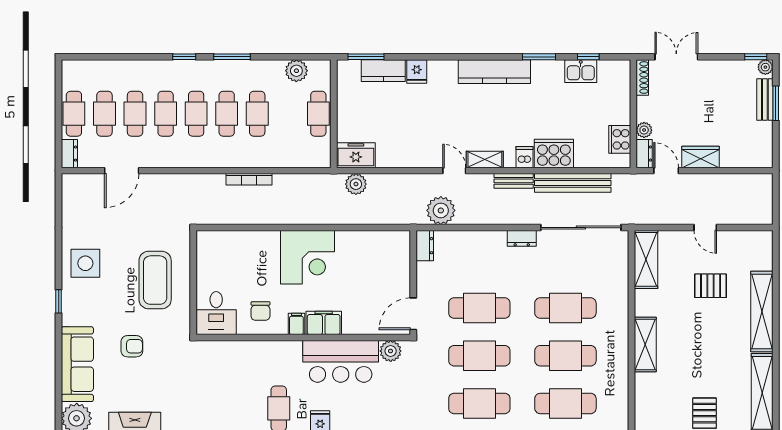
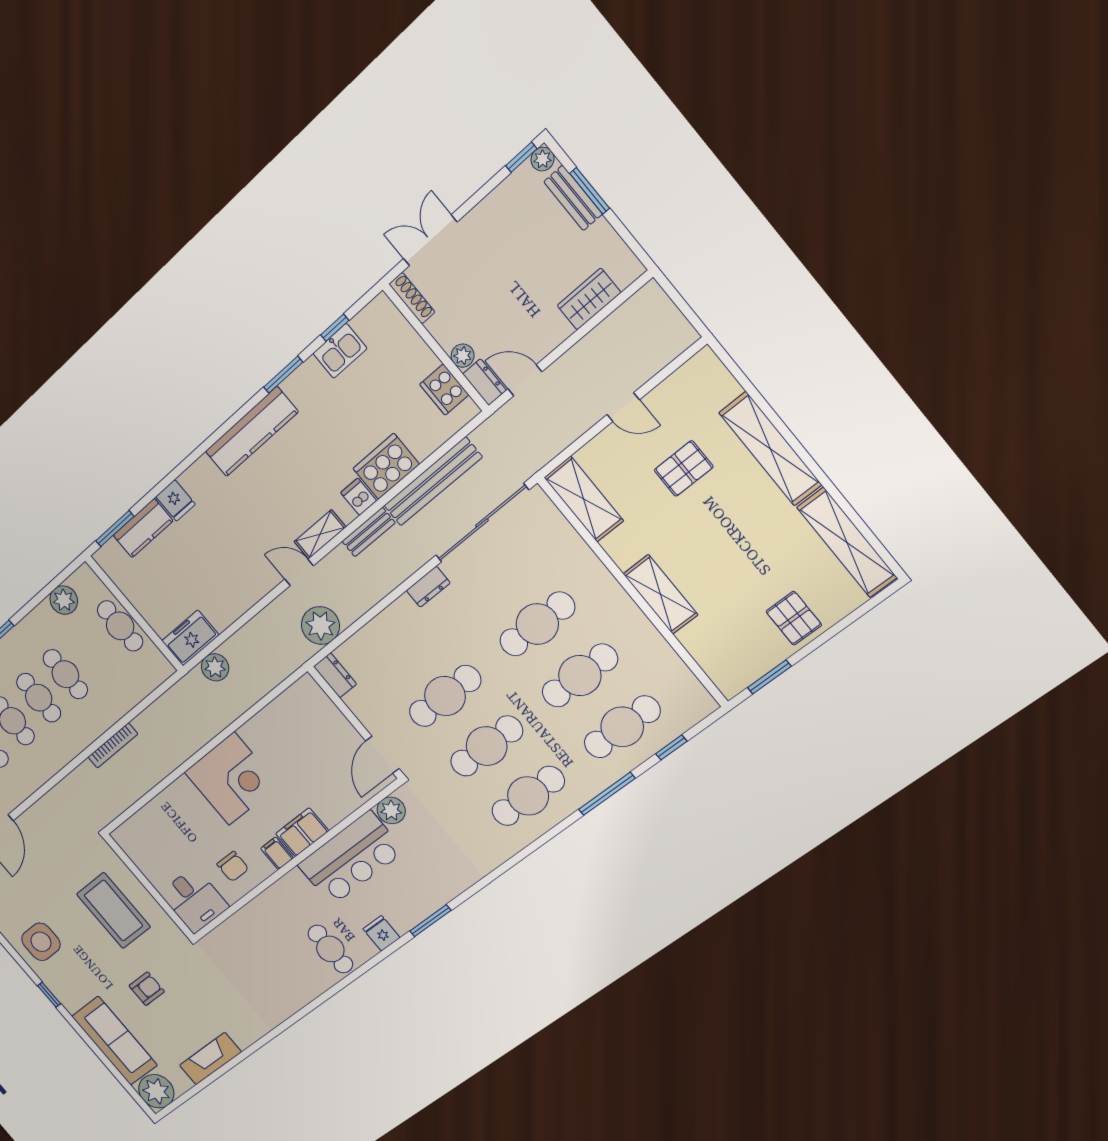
wardrobe: (700, 157) -> (589, 299), moved

